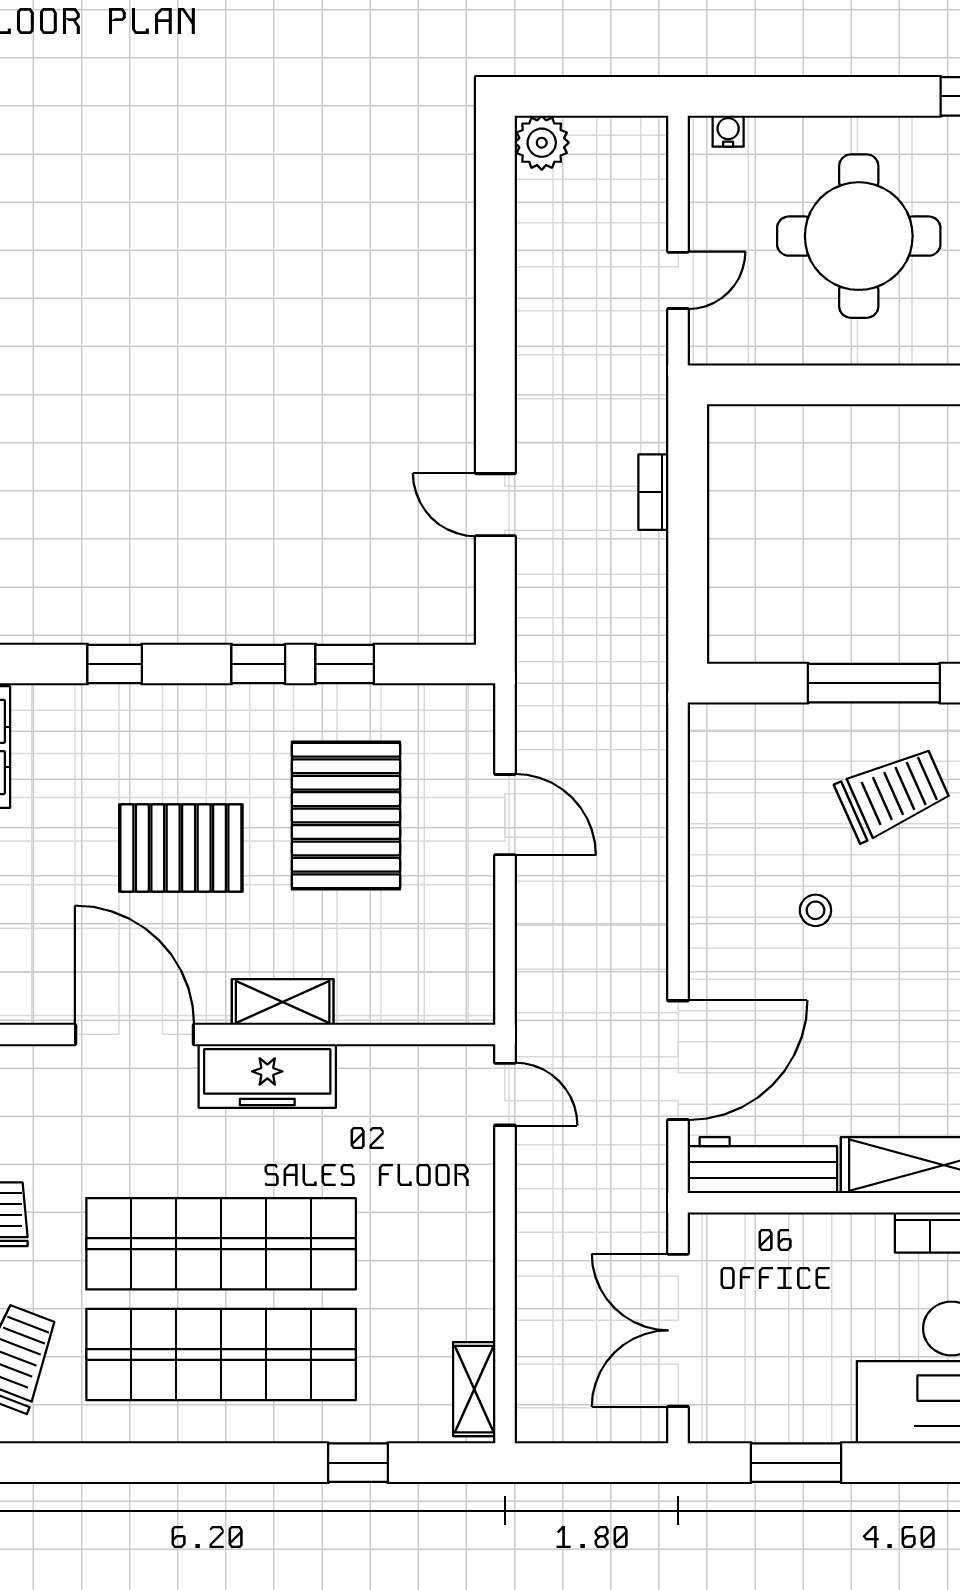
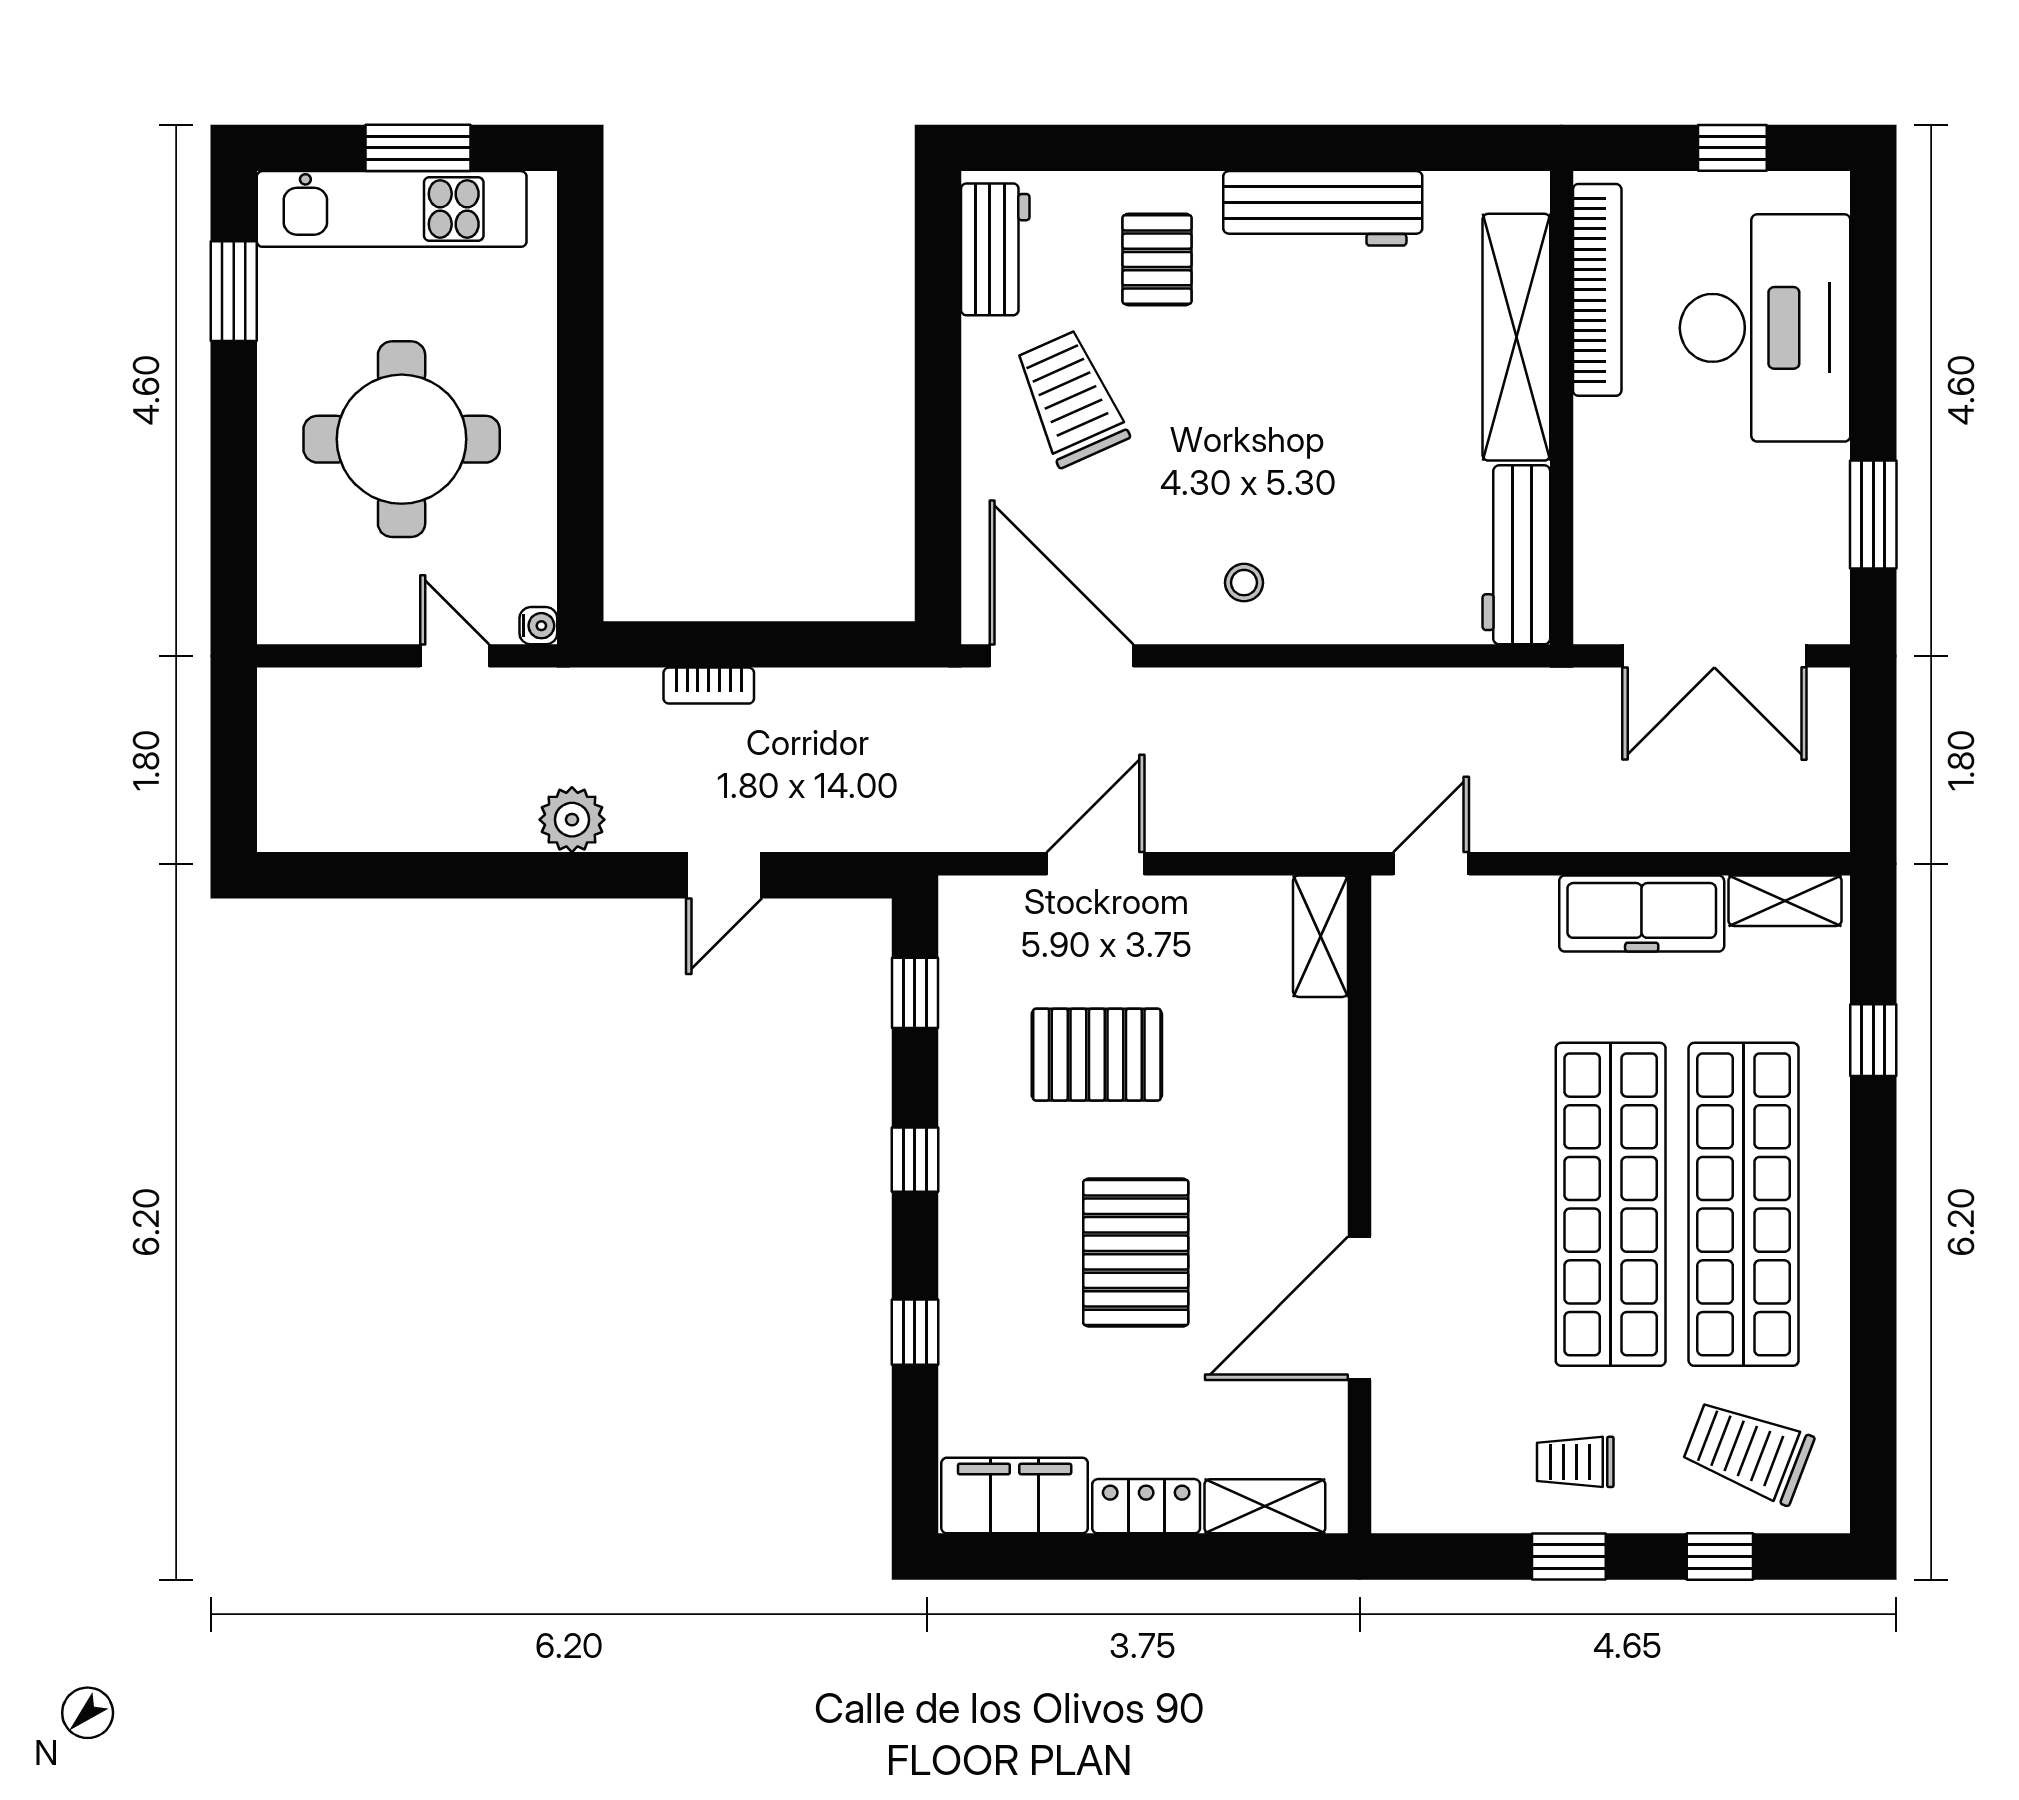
water cooler: (728, 131) -> (538, 626), moved, turned 180
plant: (542, 143) -> (572, 820), moved
window: (345, 664) -> (915, 993), moved
window: (874, 683) -> (938, 421), removed
pallet: (346, 816) -> (1097, 1055), width x0.73, depth x0.71
stool: (815, 910) -> (1244, 583), moved
shelving: (283, 1002) -> (1321, 936), moved
door: (678, 1060) -> (1061, 656), moved
freezer: (267, 1076) -> (1642, 914), moved, turned 90

